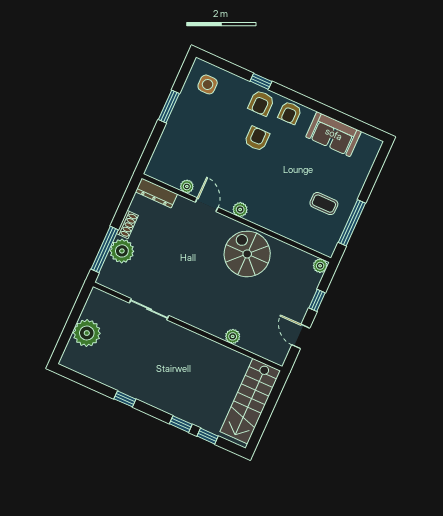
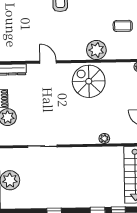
plant: (187, 186) -> (30, 56), removed
plant: (240, 210) -> (96, 50), moved, width x1.87, depth x1.87

